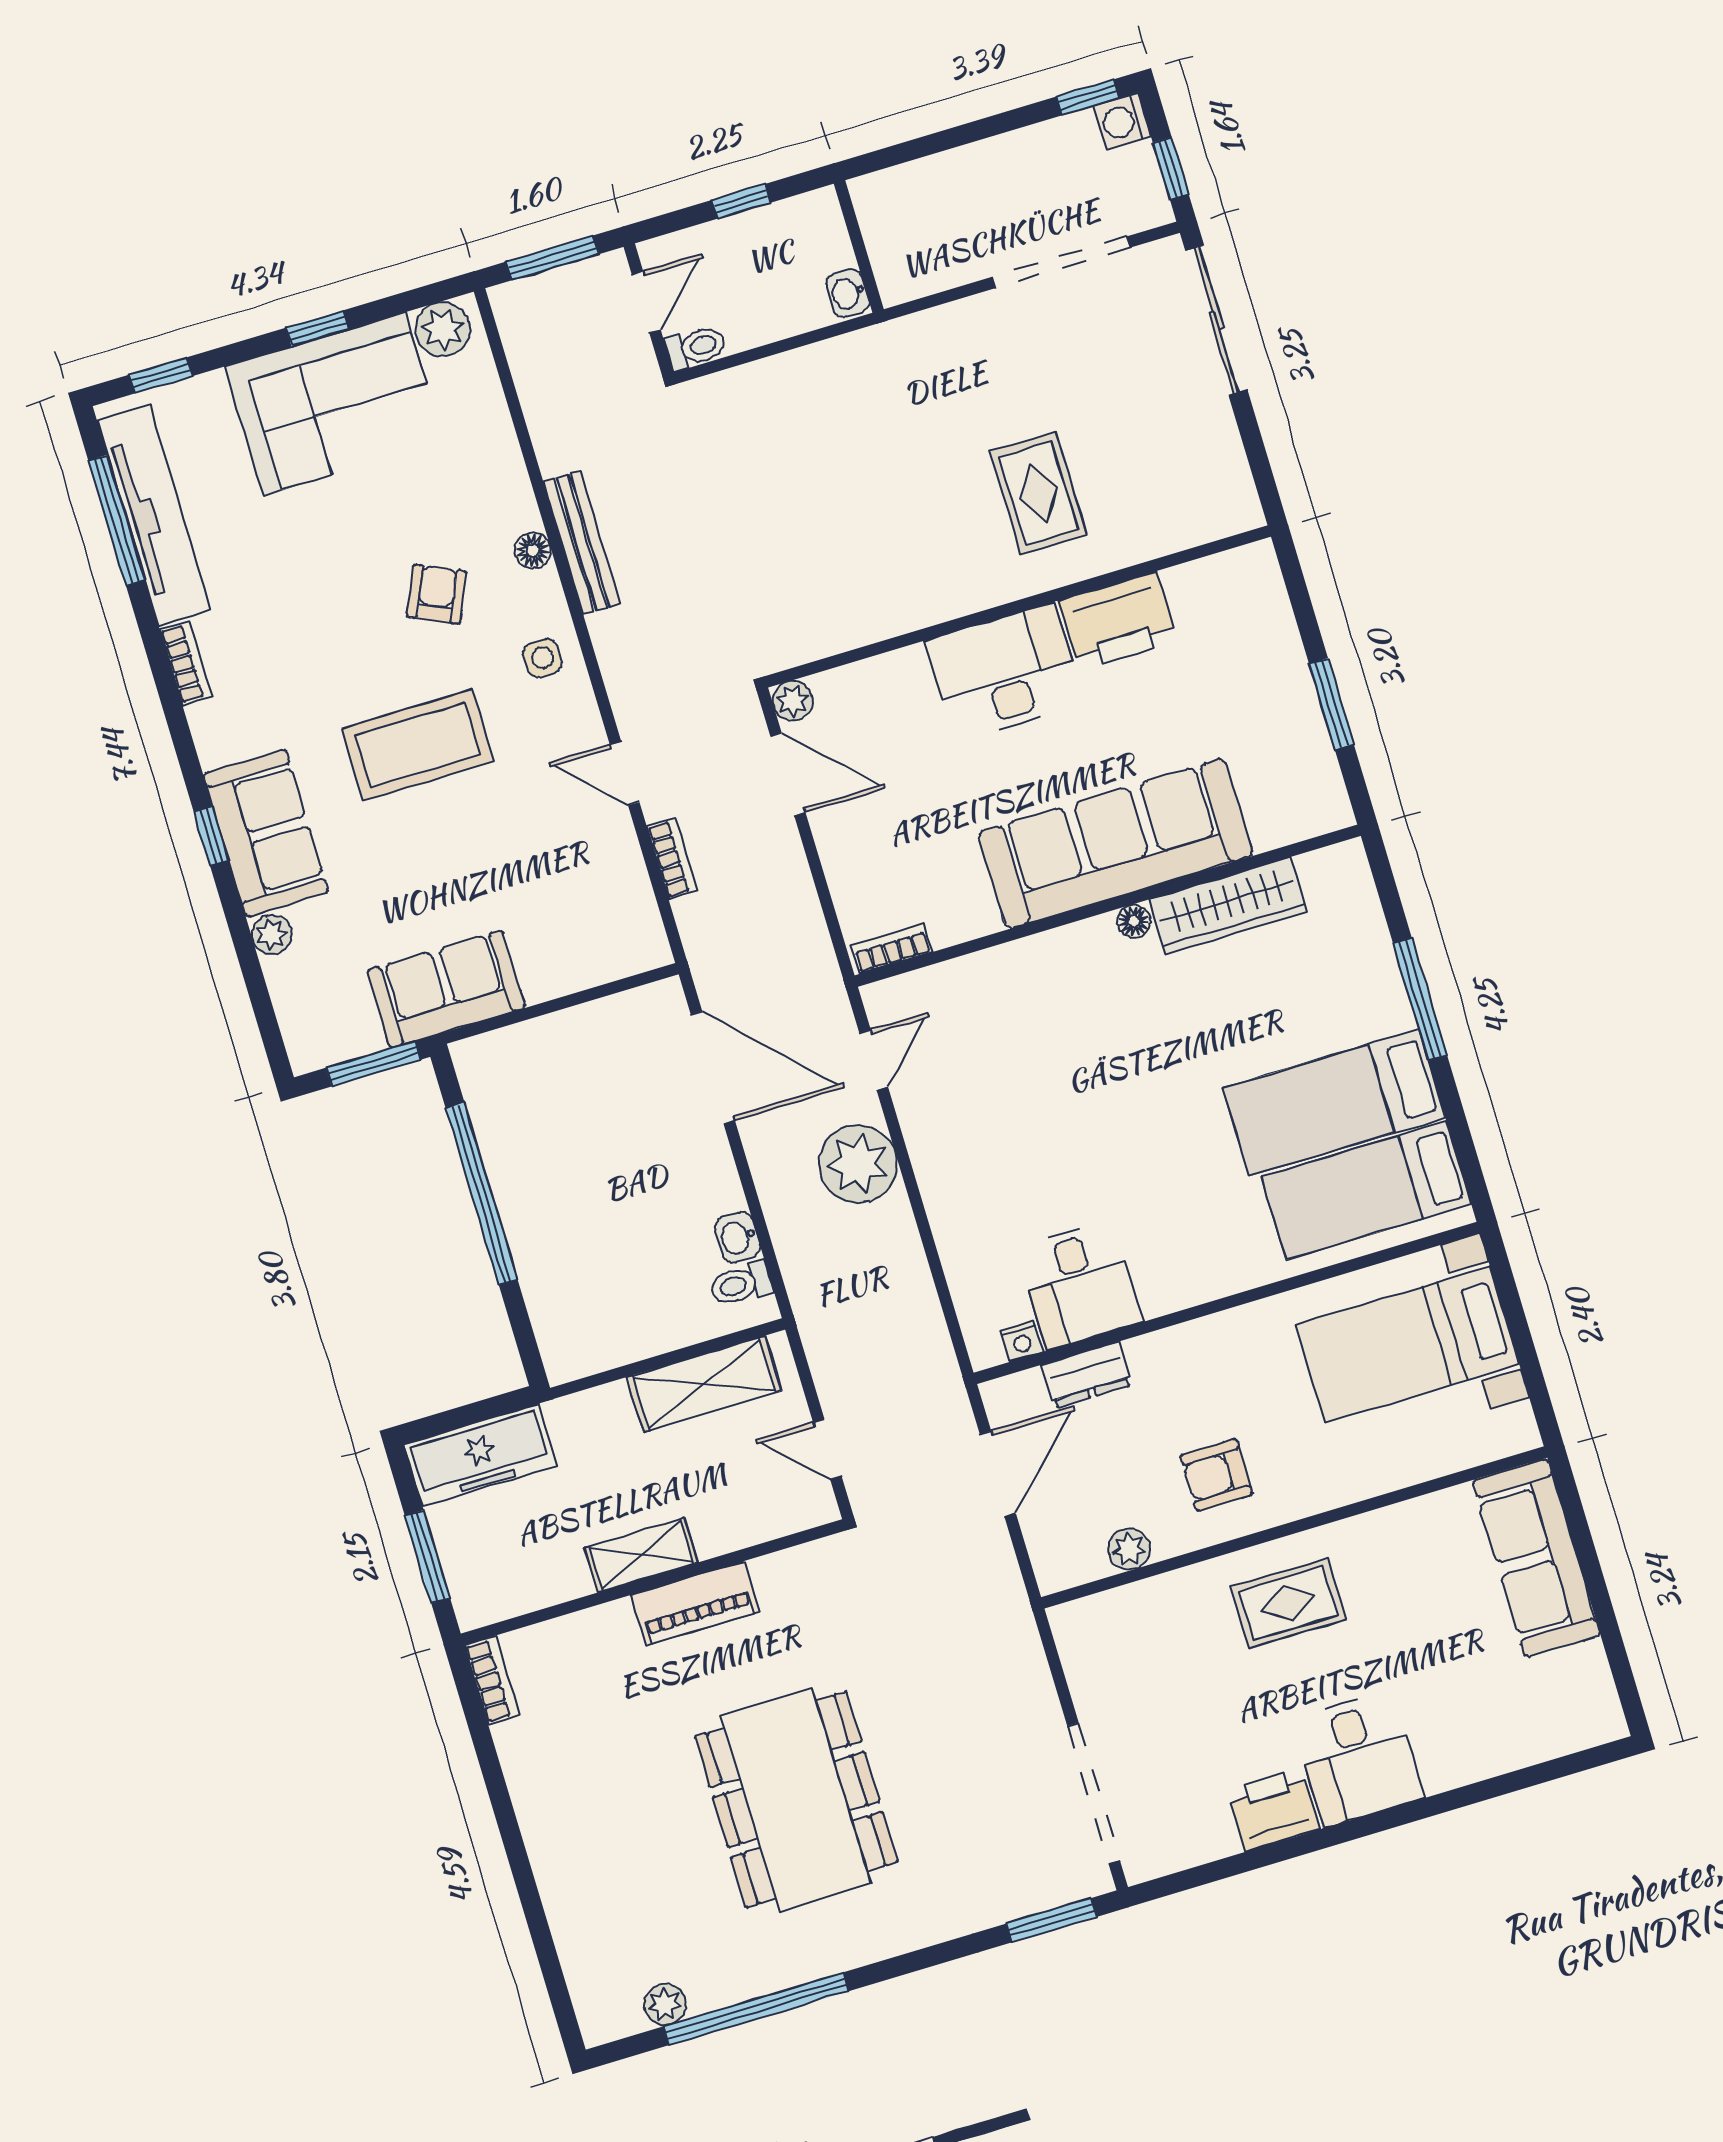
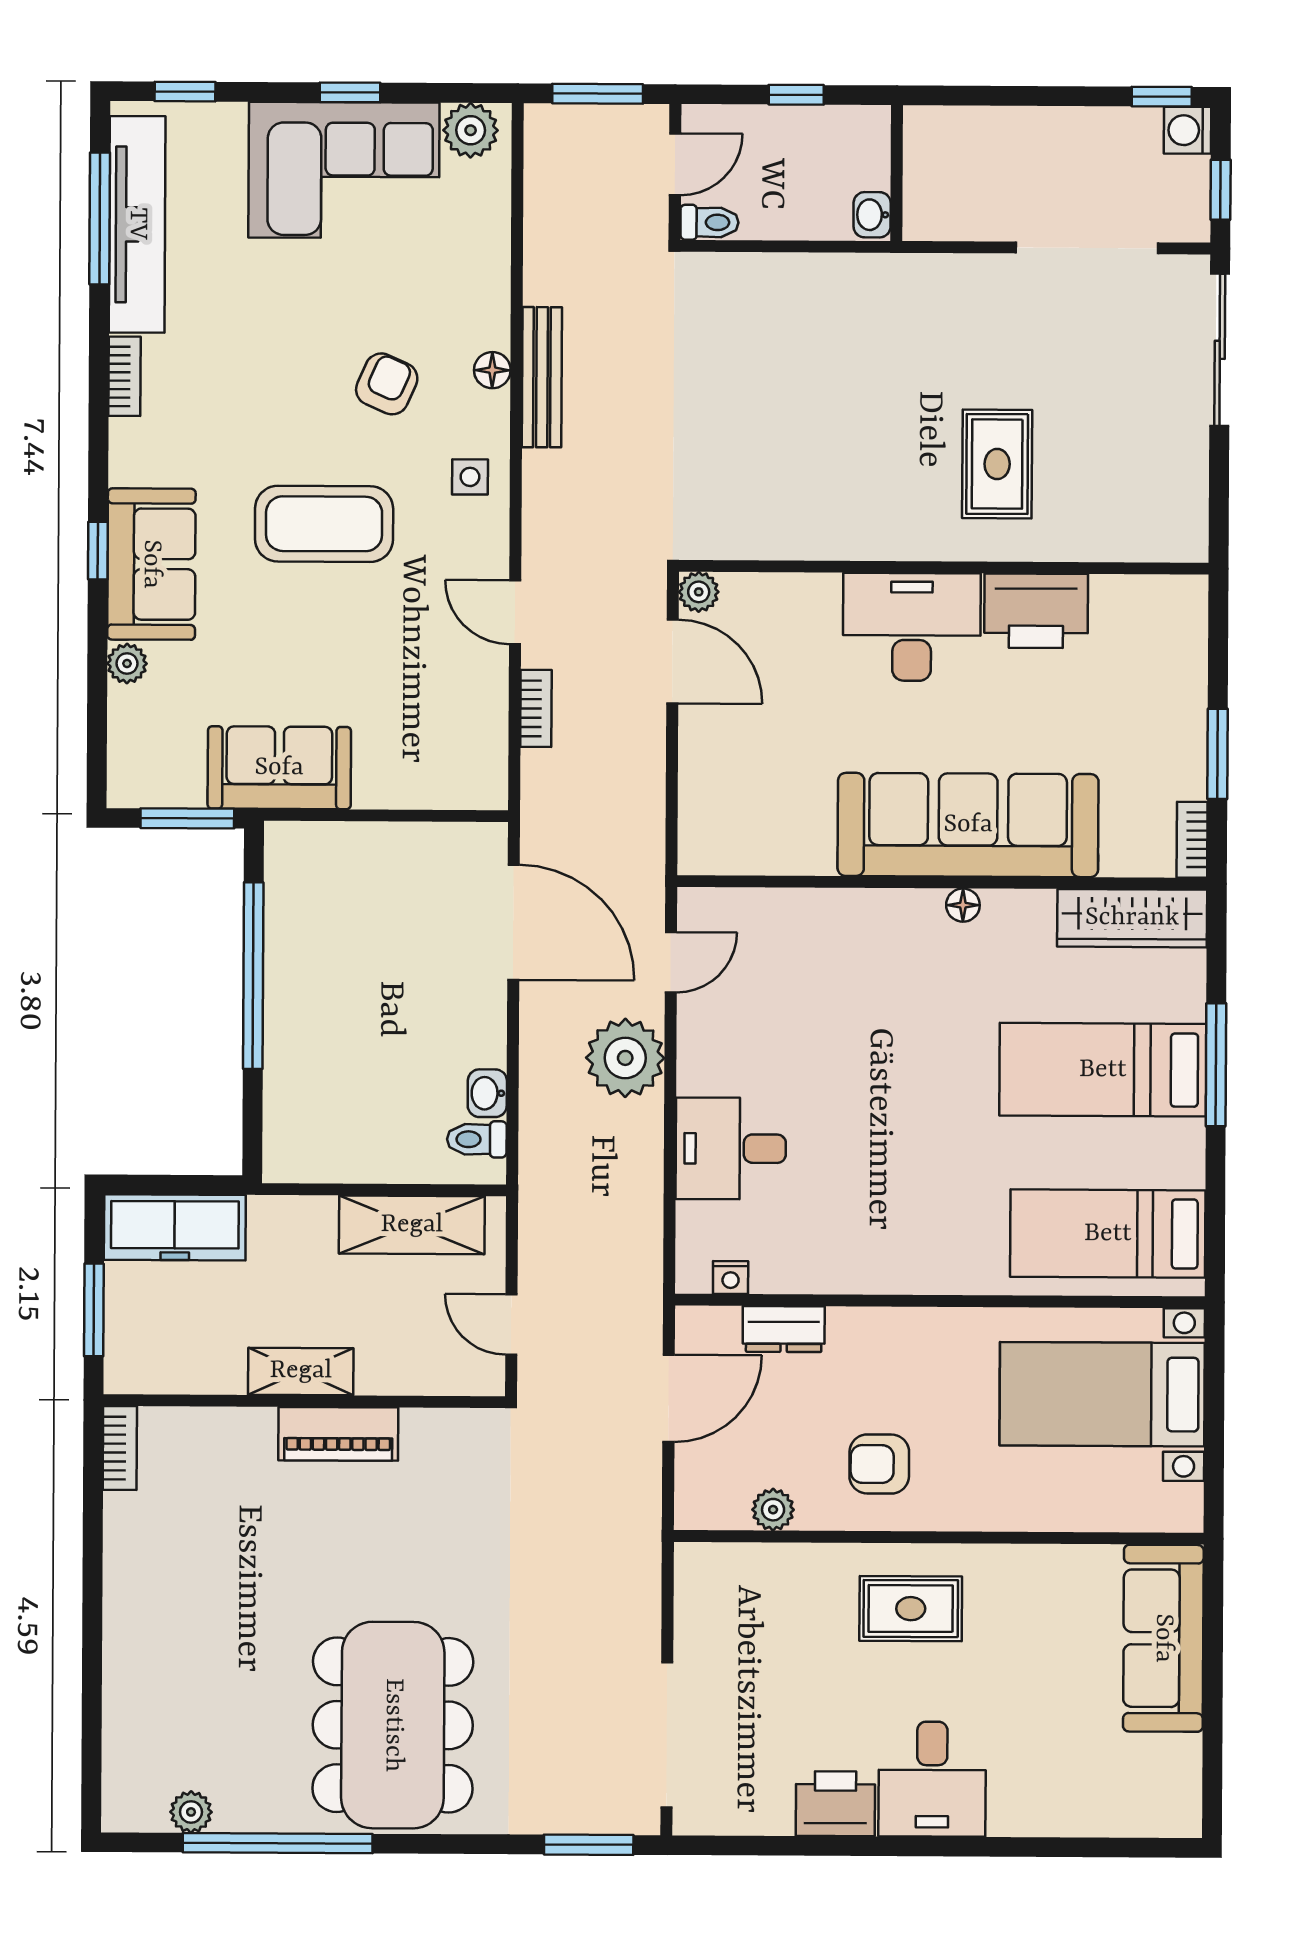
wardrobe: (1228, 906) -> (1132, 918), moved
bookcase: (891, 949) -> (1192, 840), moved, turned -90
bed: (1334, 1103) -> (1103, 1070), moved
desk: (1079, 1284) -> (731, 1149), moved, turned 90
dining table: (796, 1799) -> (393, 1725), moved

